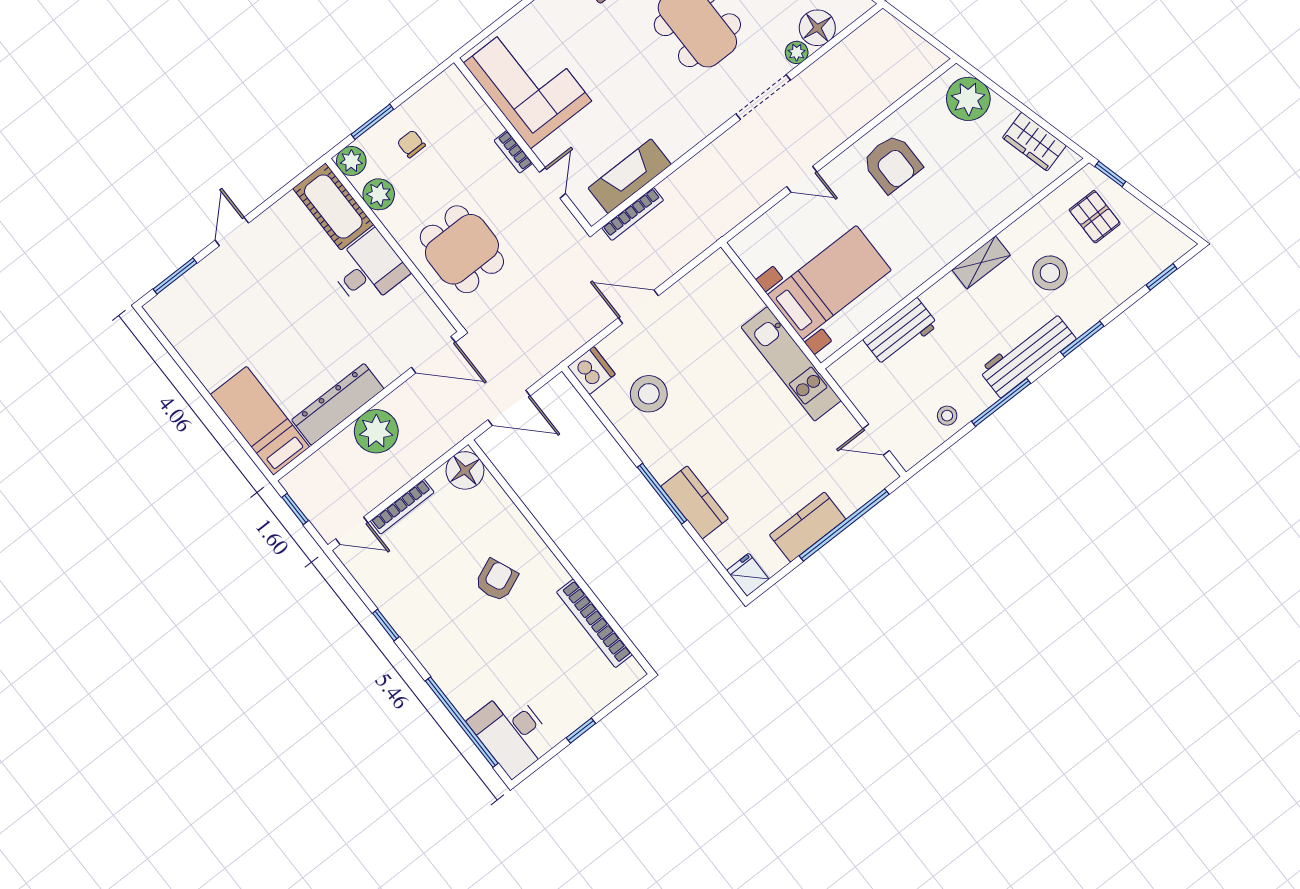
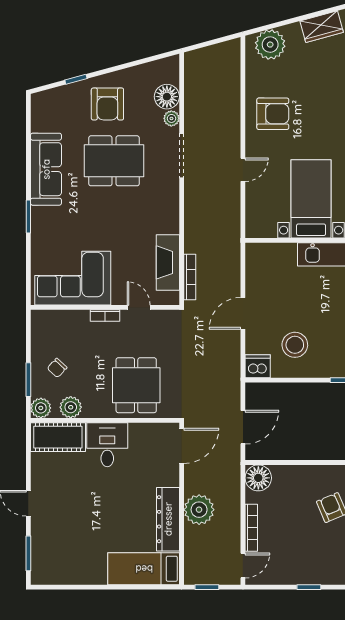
chair: (411, 144) -> (57, 368), turned -47
dining table: (462, 249) -> (136, 385), turned 90

